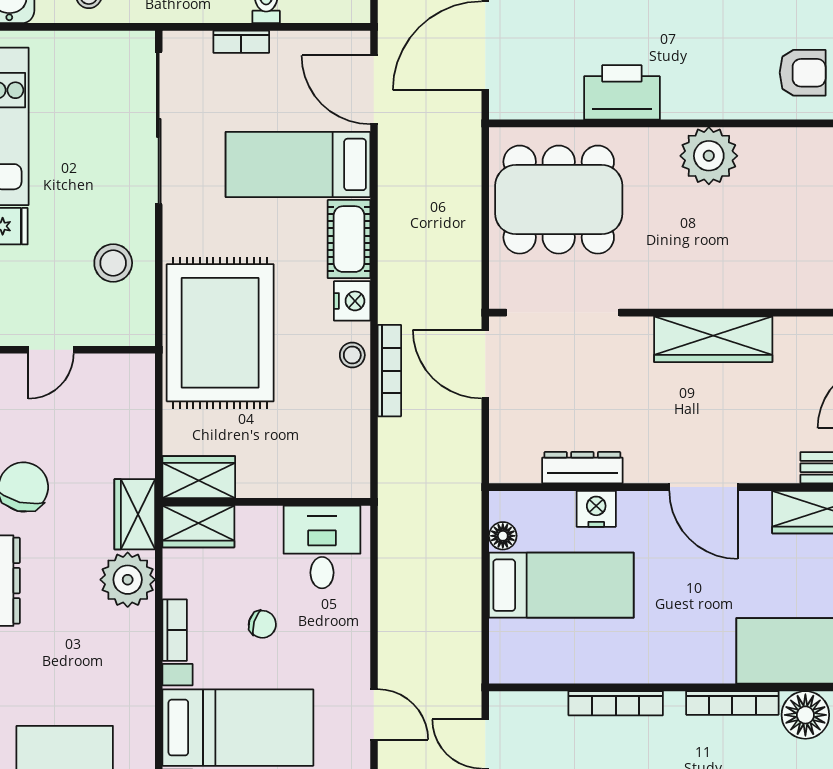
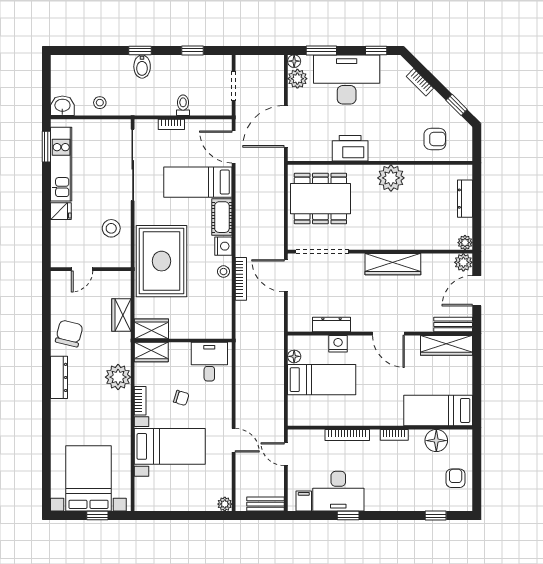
wardrobe: (135, 514) -> (121, 315), moved
bookcase: (732, 703) -> (394, 435), width x0.64

